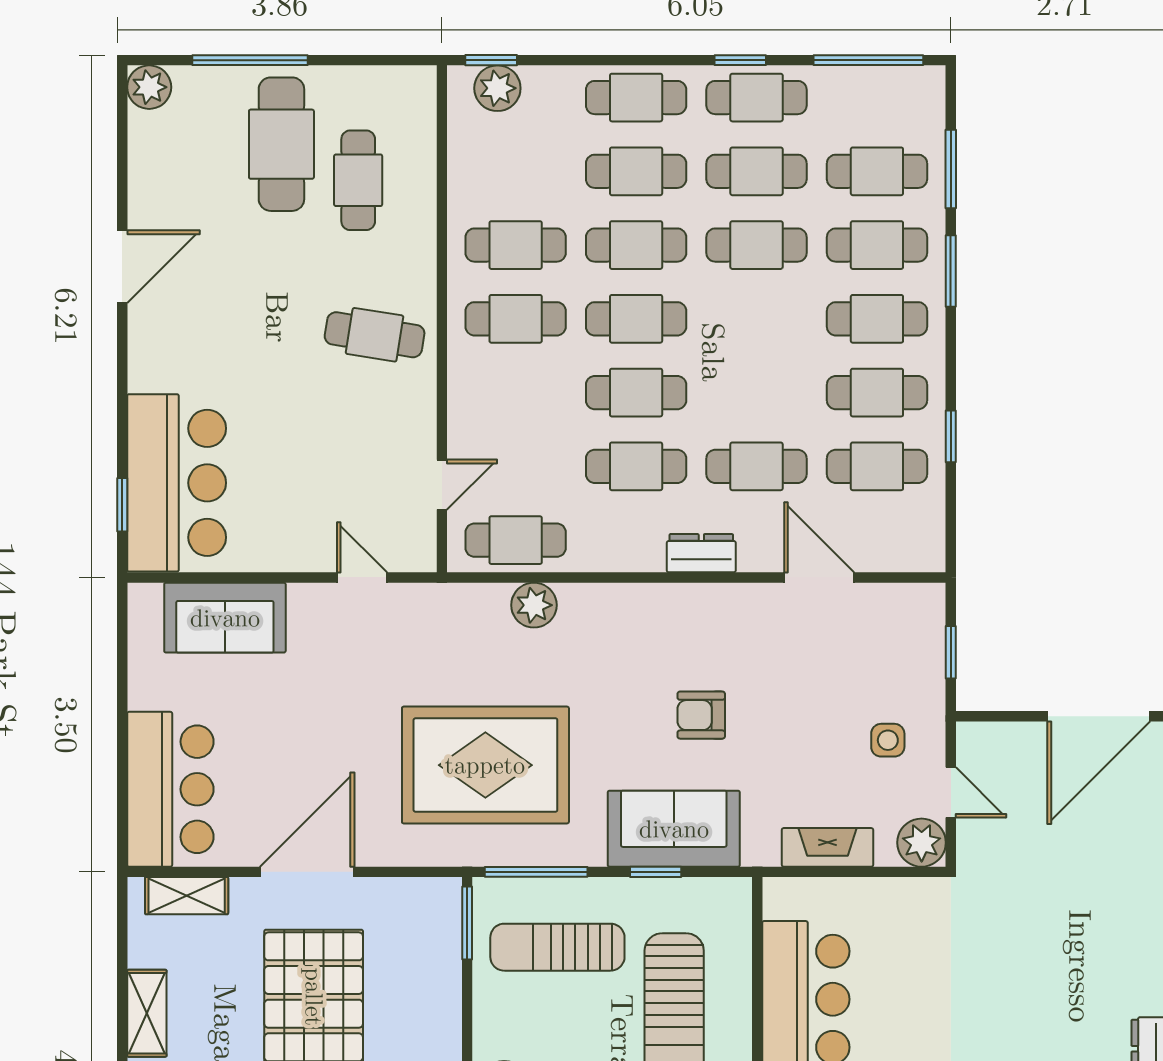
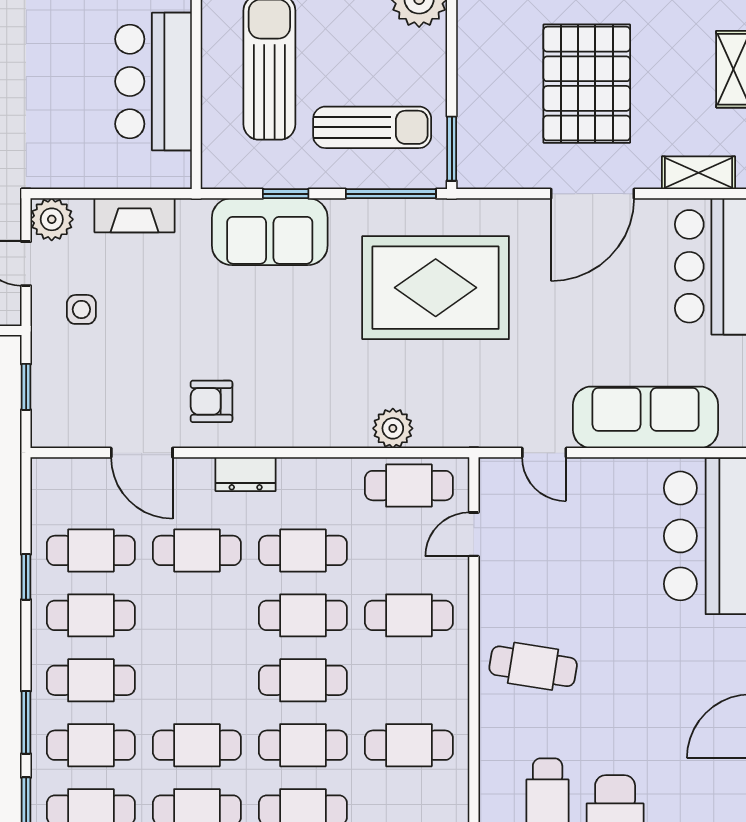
cafe table: (516, 319) -> (409, 615), moved
sofa: (225, 618) -> (646, 417), width x1.36
armchair: (701, 715) -> (212, 401), moved, turned 180

